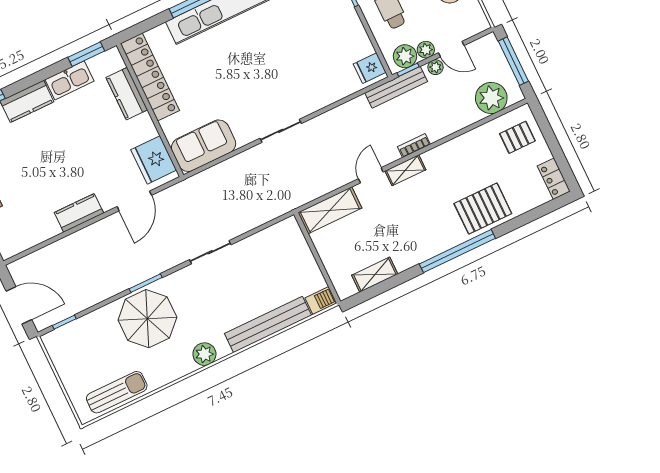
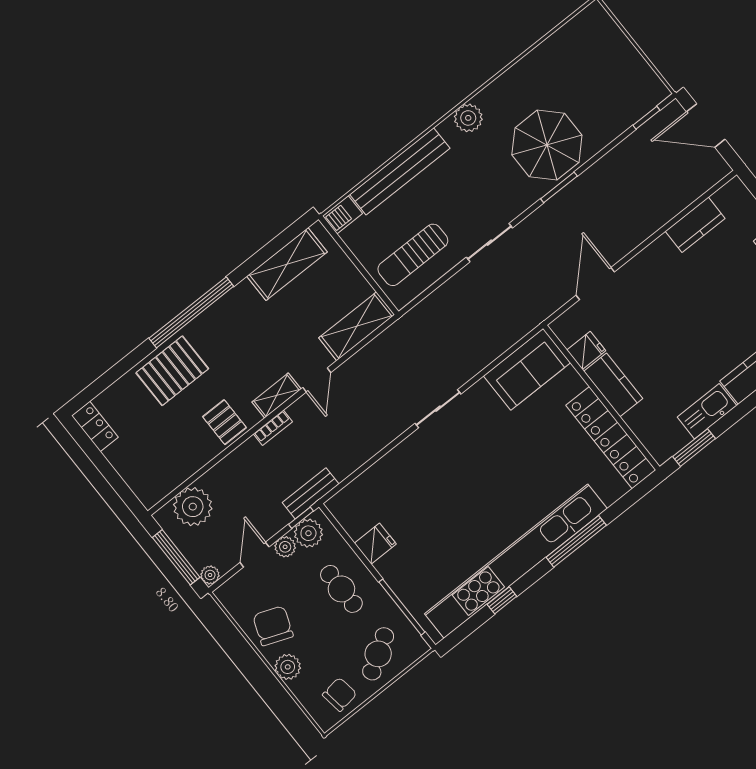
door: (451, 49) -> (255, 555), hinge flipped
plant: (436, 67) -> (210, 575), moved
fridge: (370, 68) -> (375, 544), moved
bench: (396, 87) -> (311, 493), width x0.73
kitchen counter: (127, 94) -> (613, 385), moved
pallet: (517, 137) -> (224, 422), moved, turned 90
fridge: (154, 160) -> (586, 350), width x0.53, depth x0.75
kitchen counter: (79, 213) -> (695, 225), moved
shelving: (375, 275) -> (287, 264), width x1.50, depth x1.33
sun lounger: (117, 392) -> (413, 255), moved

